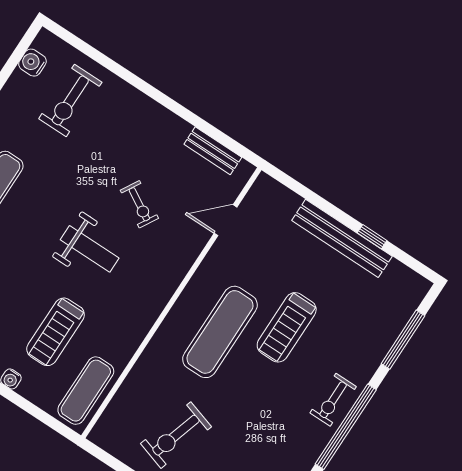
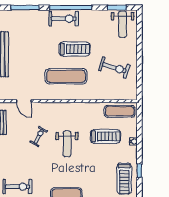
weight bench: (90, 249) -> (67, 144), turned 180
treadmill: (287, 327) -> (75, 49), moved
exercise bike: (333, 400) -> (64, 19), width x1.38, depth x1.39

